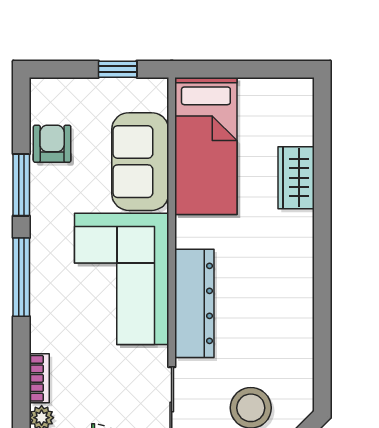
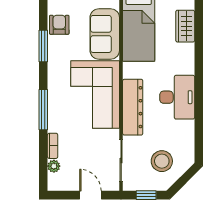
wardrobe: (296, 178) -> (185, 26), moved
window: (21, 277) -> (43, 110), moved
desk: (281, 284) -> (177, 97), added

